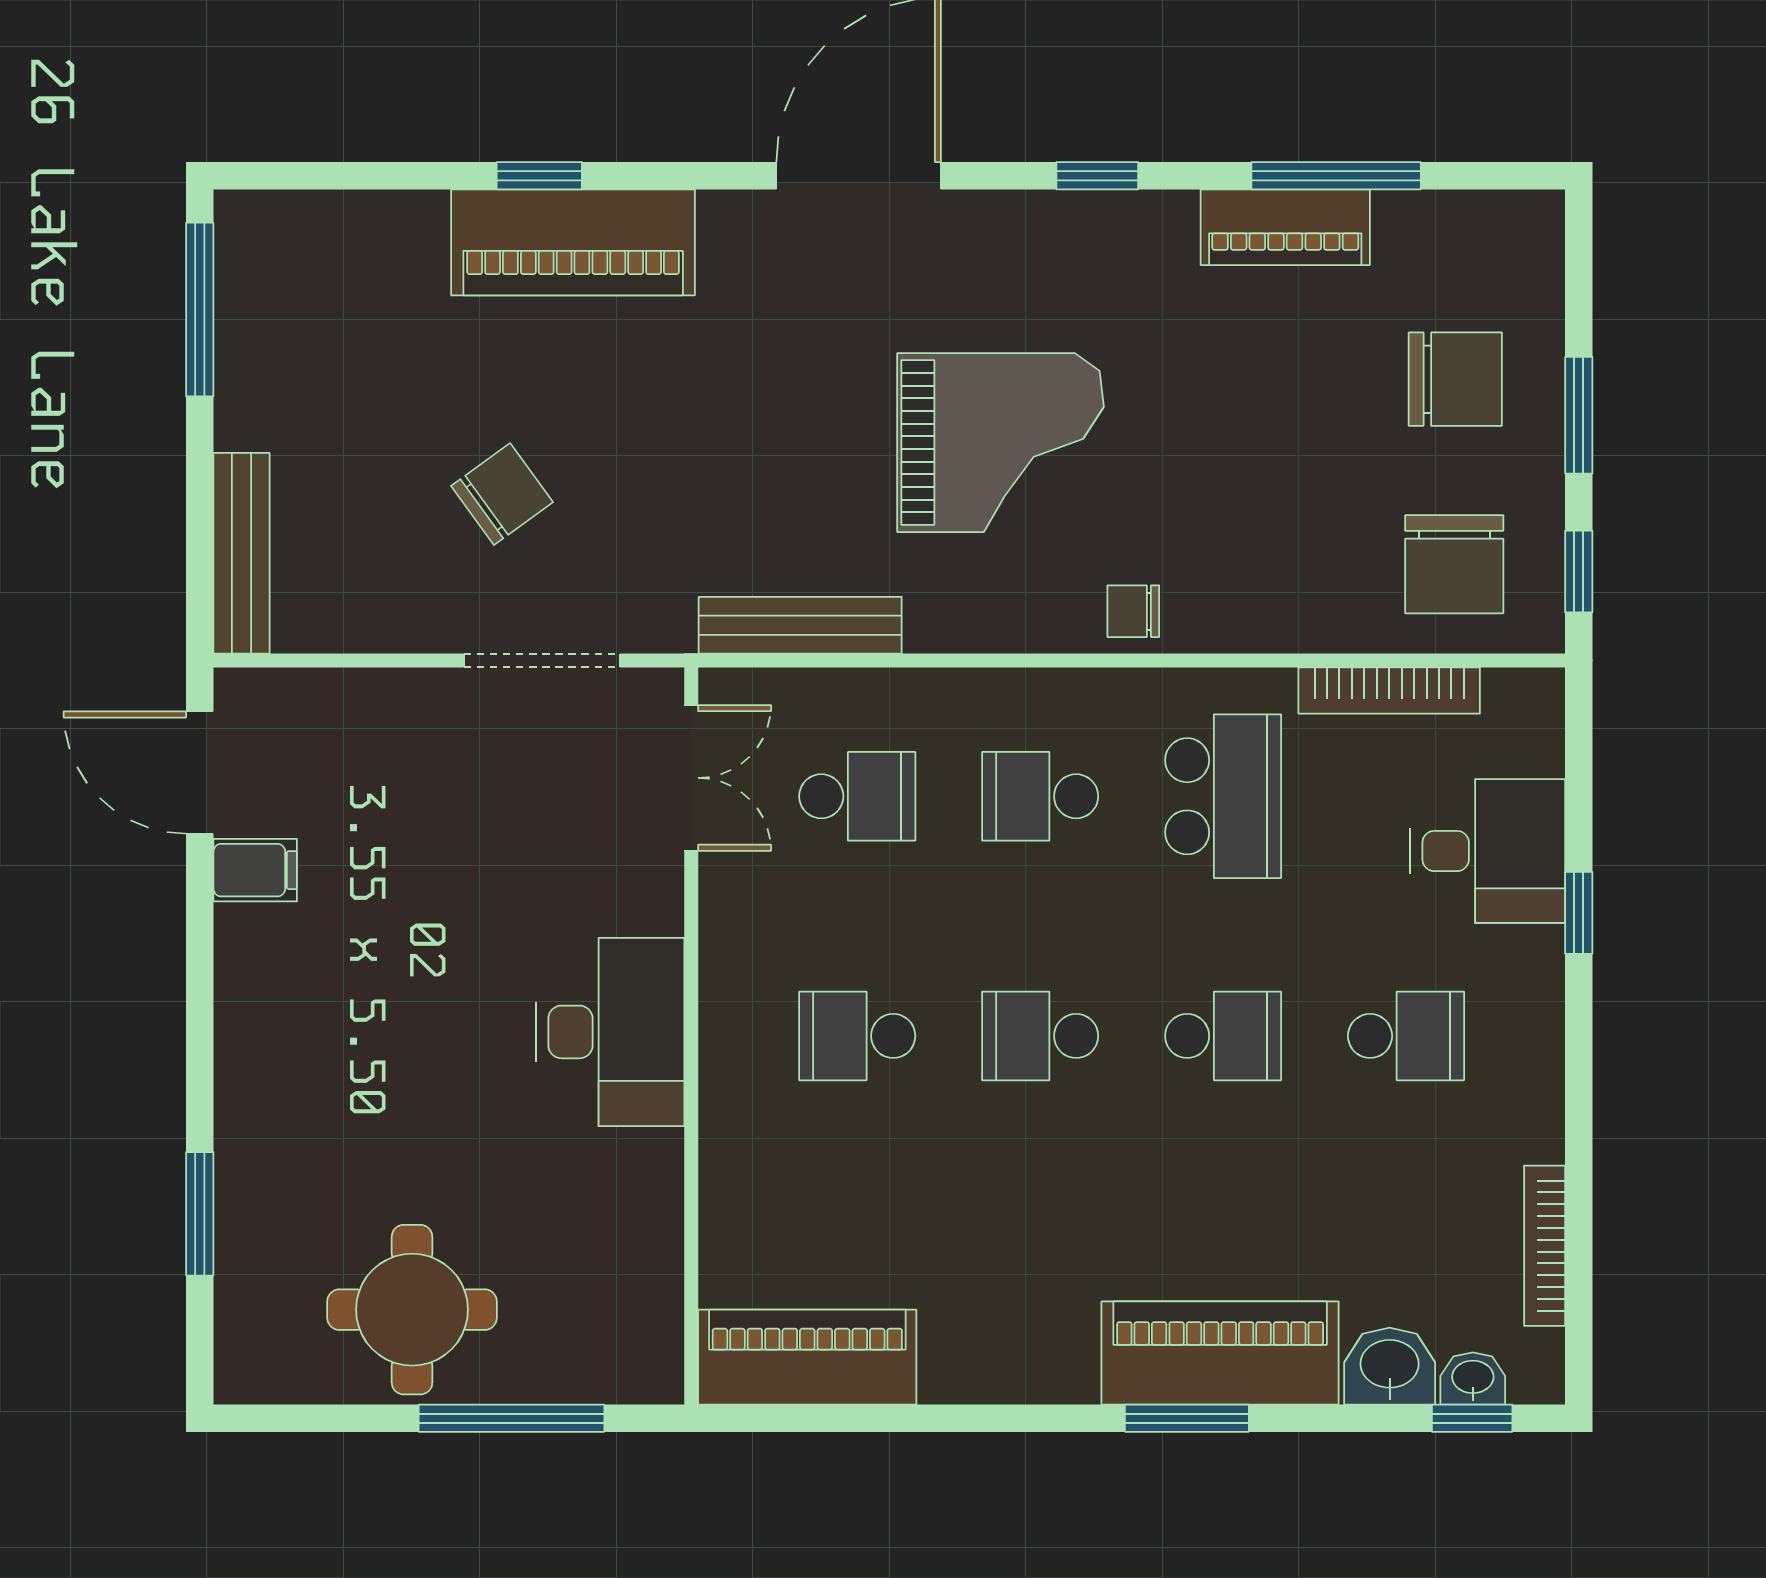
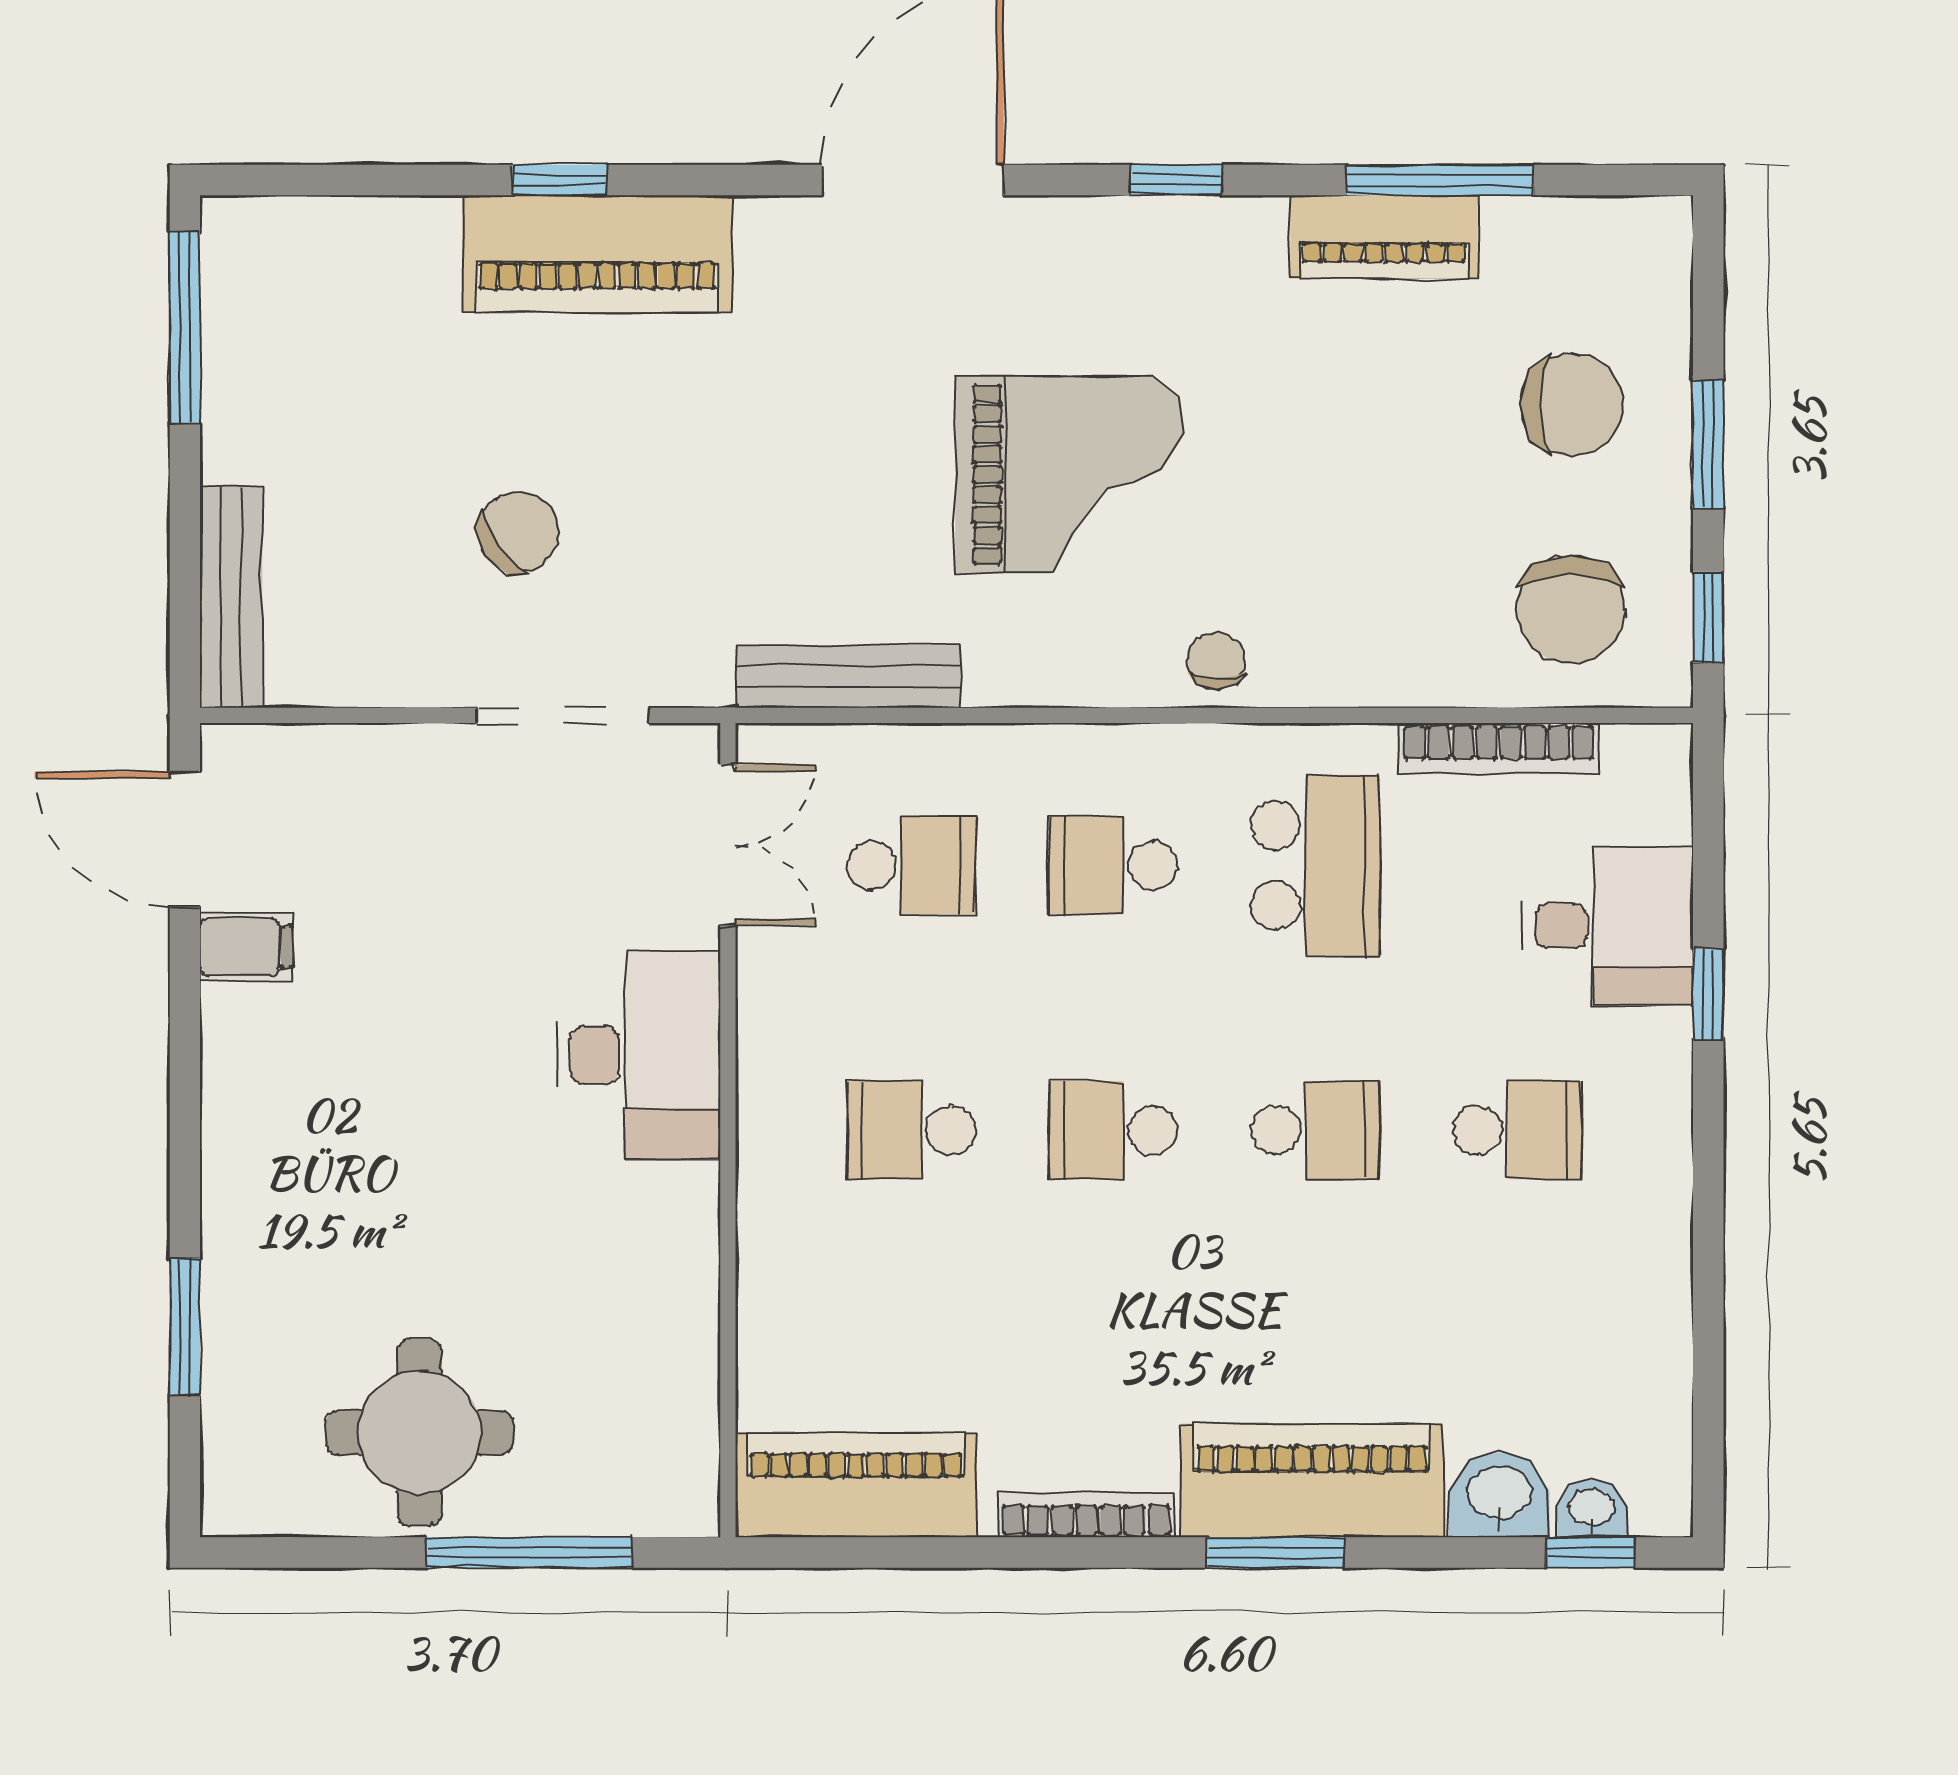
chair: (1133, 611) -> (1216, 661), turned 90
desk: (610, 1032) -> (639, 1055), moved
bookcase: (1545, 1246) -> (1086, 1515), moved, turned 90

